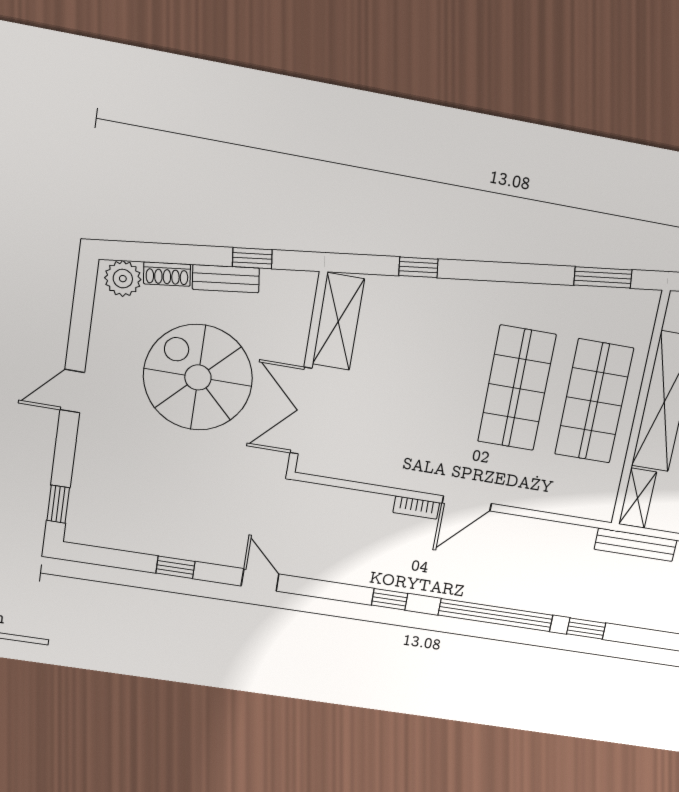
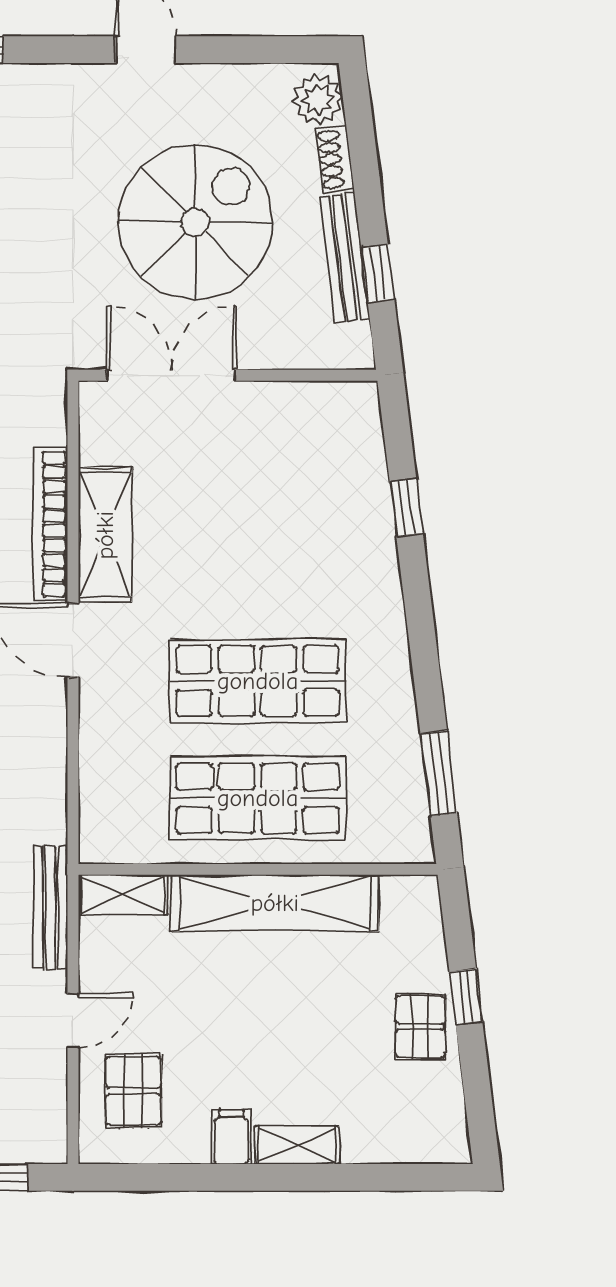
bench: (226, 279) -> (345, 258), width x1.36
shelving: (338, 322) -> (105, 535), moved, turned 90
bookcase: (416, 508) -> (50, 524), width x2.31, depth x1.31

